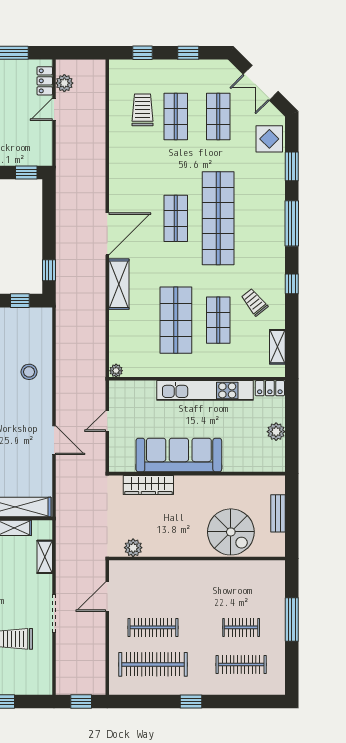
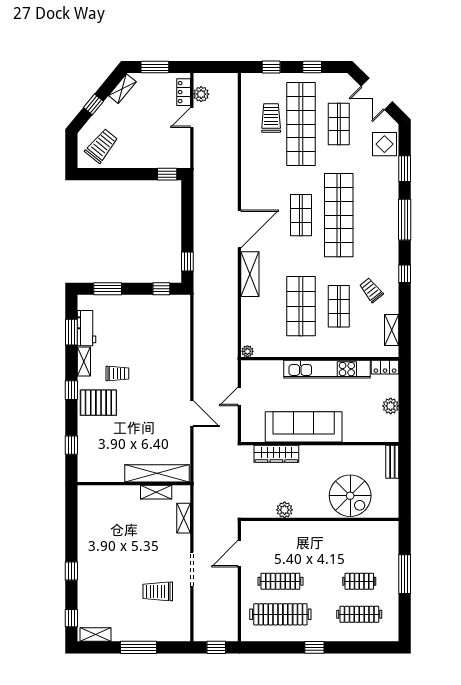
shop shelf: (176, 116) -> (301, 124), width x2.00, depth x1.36
stool: (29, 372) -> (170, 352), removed
bench: (278, 513) -> (392, 462), moved
plant: (133, 548) -> (285, 510), moved

